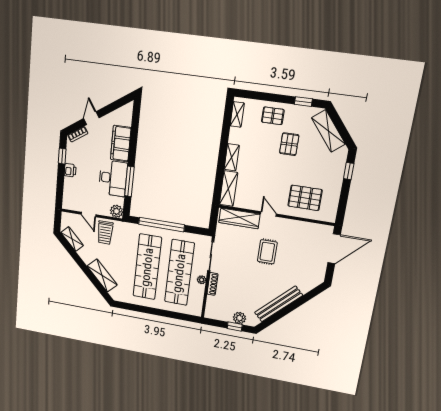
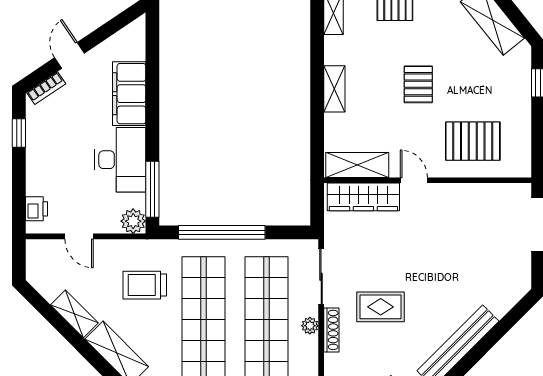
pallet: (289, 144) -> (418, 84), moved
printer: (70, 170) -> (36, 209), moved
window: (129, 181) -> (152, 189), moved
shelving: (229, 188) -> (357, 165), moved, turned 90
trolley: (105, 233) -> (145, 285), moved, turned 90
shelving: (72, 239) -> (74, 314), moved
rug: (267, 252) -> (381, 307), moved, turned 90

